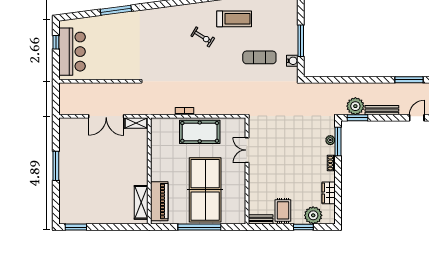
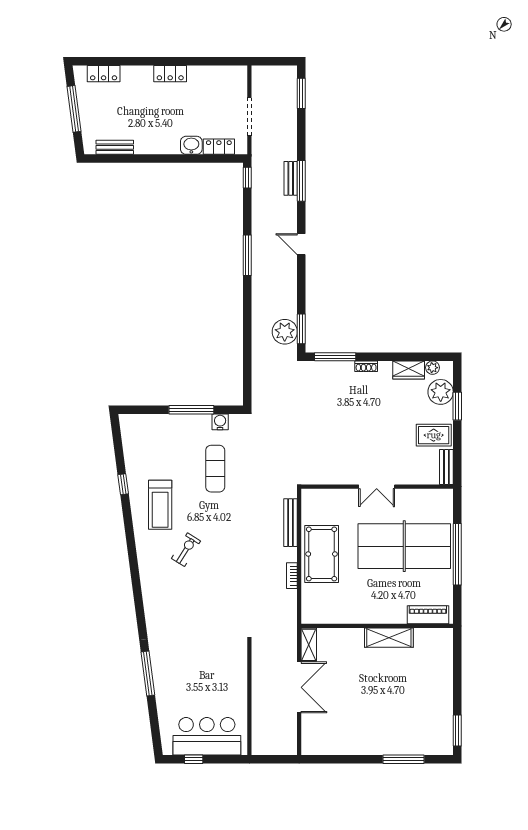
treadmill: (234, 19) -> (160, 505), turned 180
bench: (382, 110) -> (290, 523), moved
plant: (330, 140) -> (433, 368), moved
double door: (247, 150) -> (377, 487), moved
window: (56, 166) -> (404, 759), moved
piano: (159, 201) -> (428, 615), width x0.73, depth x0.75
shelving: (141, 202) -> (389, 638), moved

